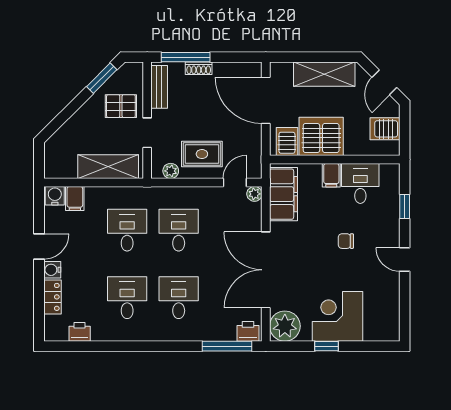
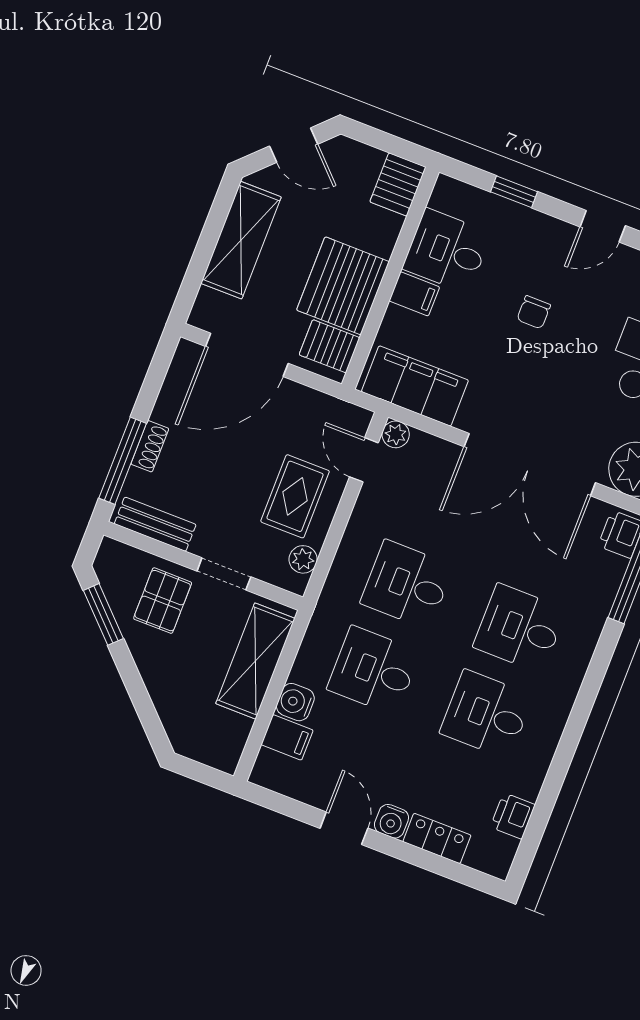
server rack: (385, 129) -> (398, 184), moved
water cooler: (55, 196) -> (295, 702), moved

